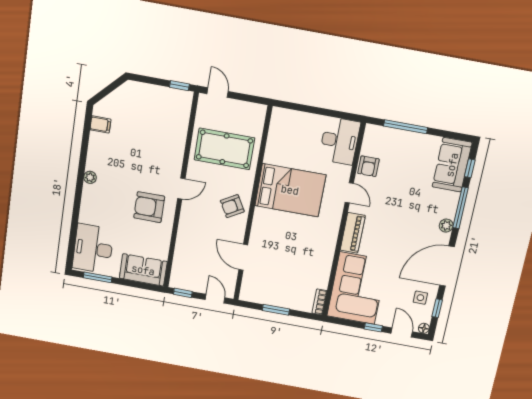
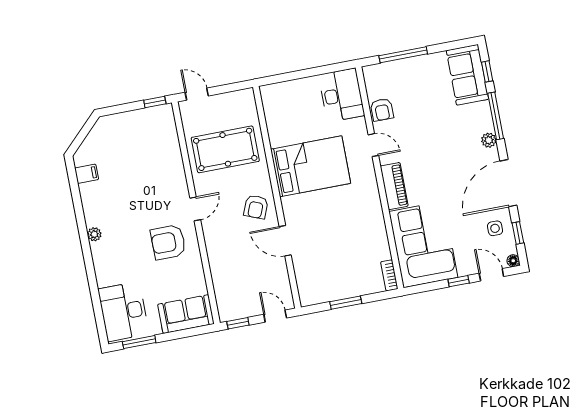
armchair: (232, 206) -> (256, 207), turned -38
door: (243, 257) -> (285, 241), moved

